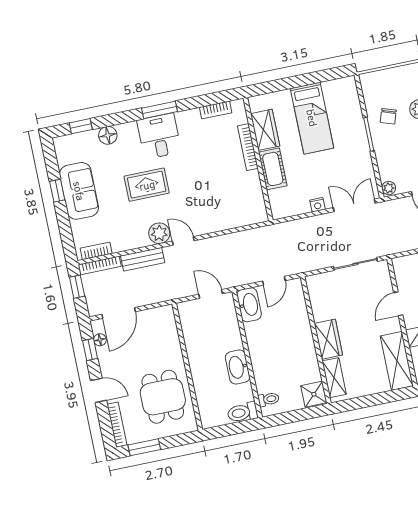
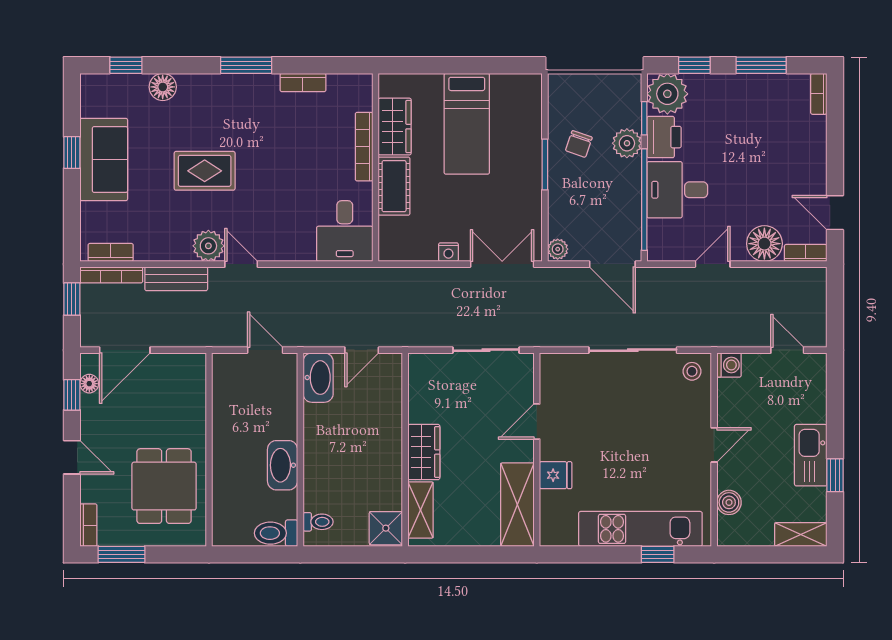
bookcase: (216, 110) -> (303, 83), moved
desk: (159, 136) -> (345, 231), moved, turned 180
bookcase: (117, 425) -> (88, 525), width x0.64

